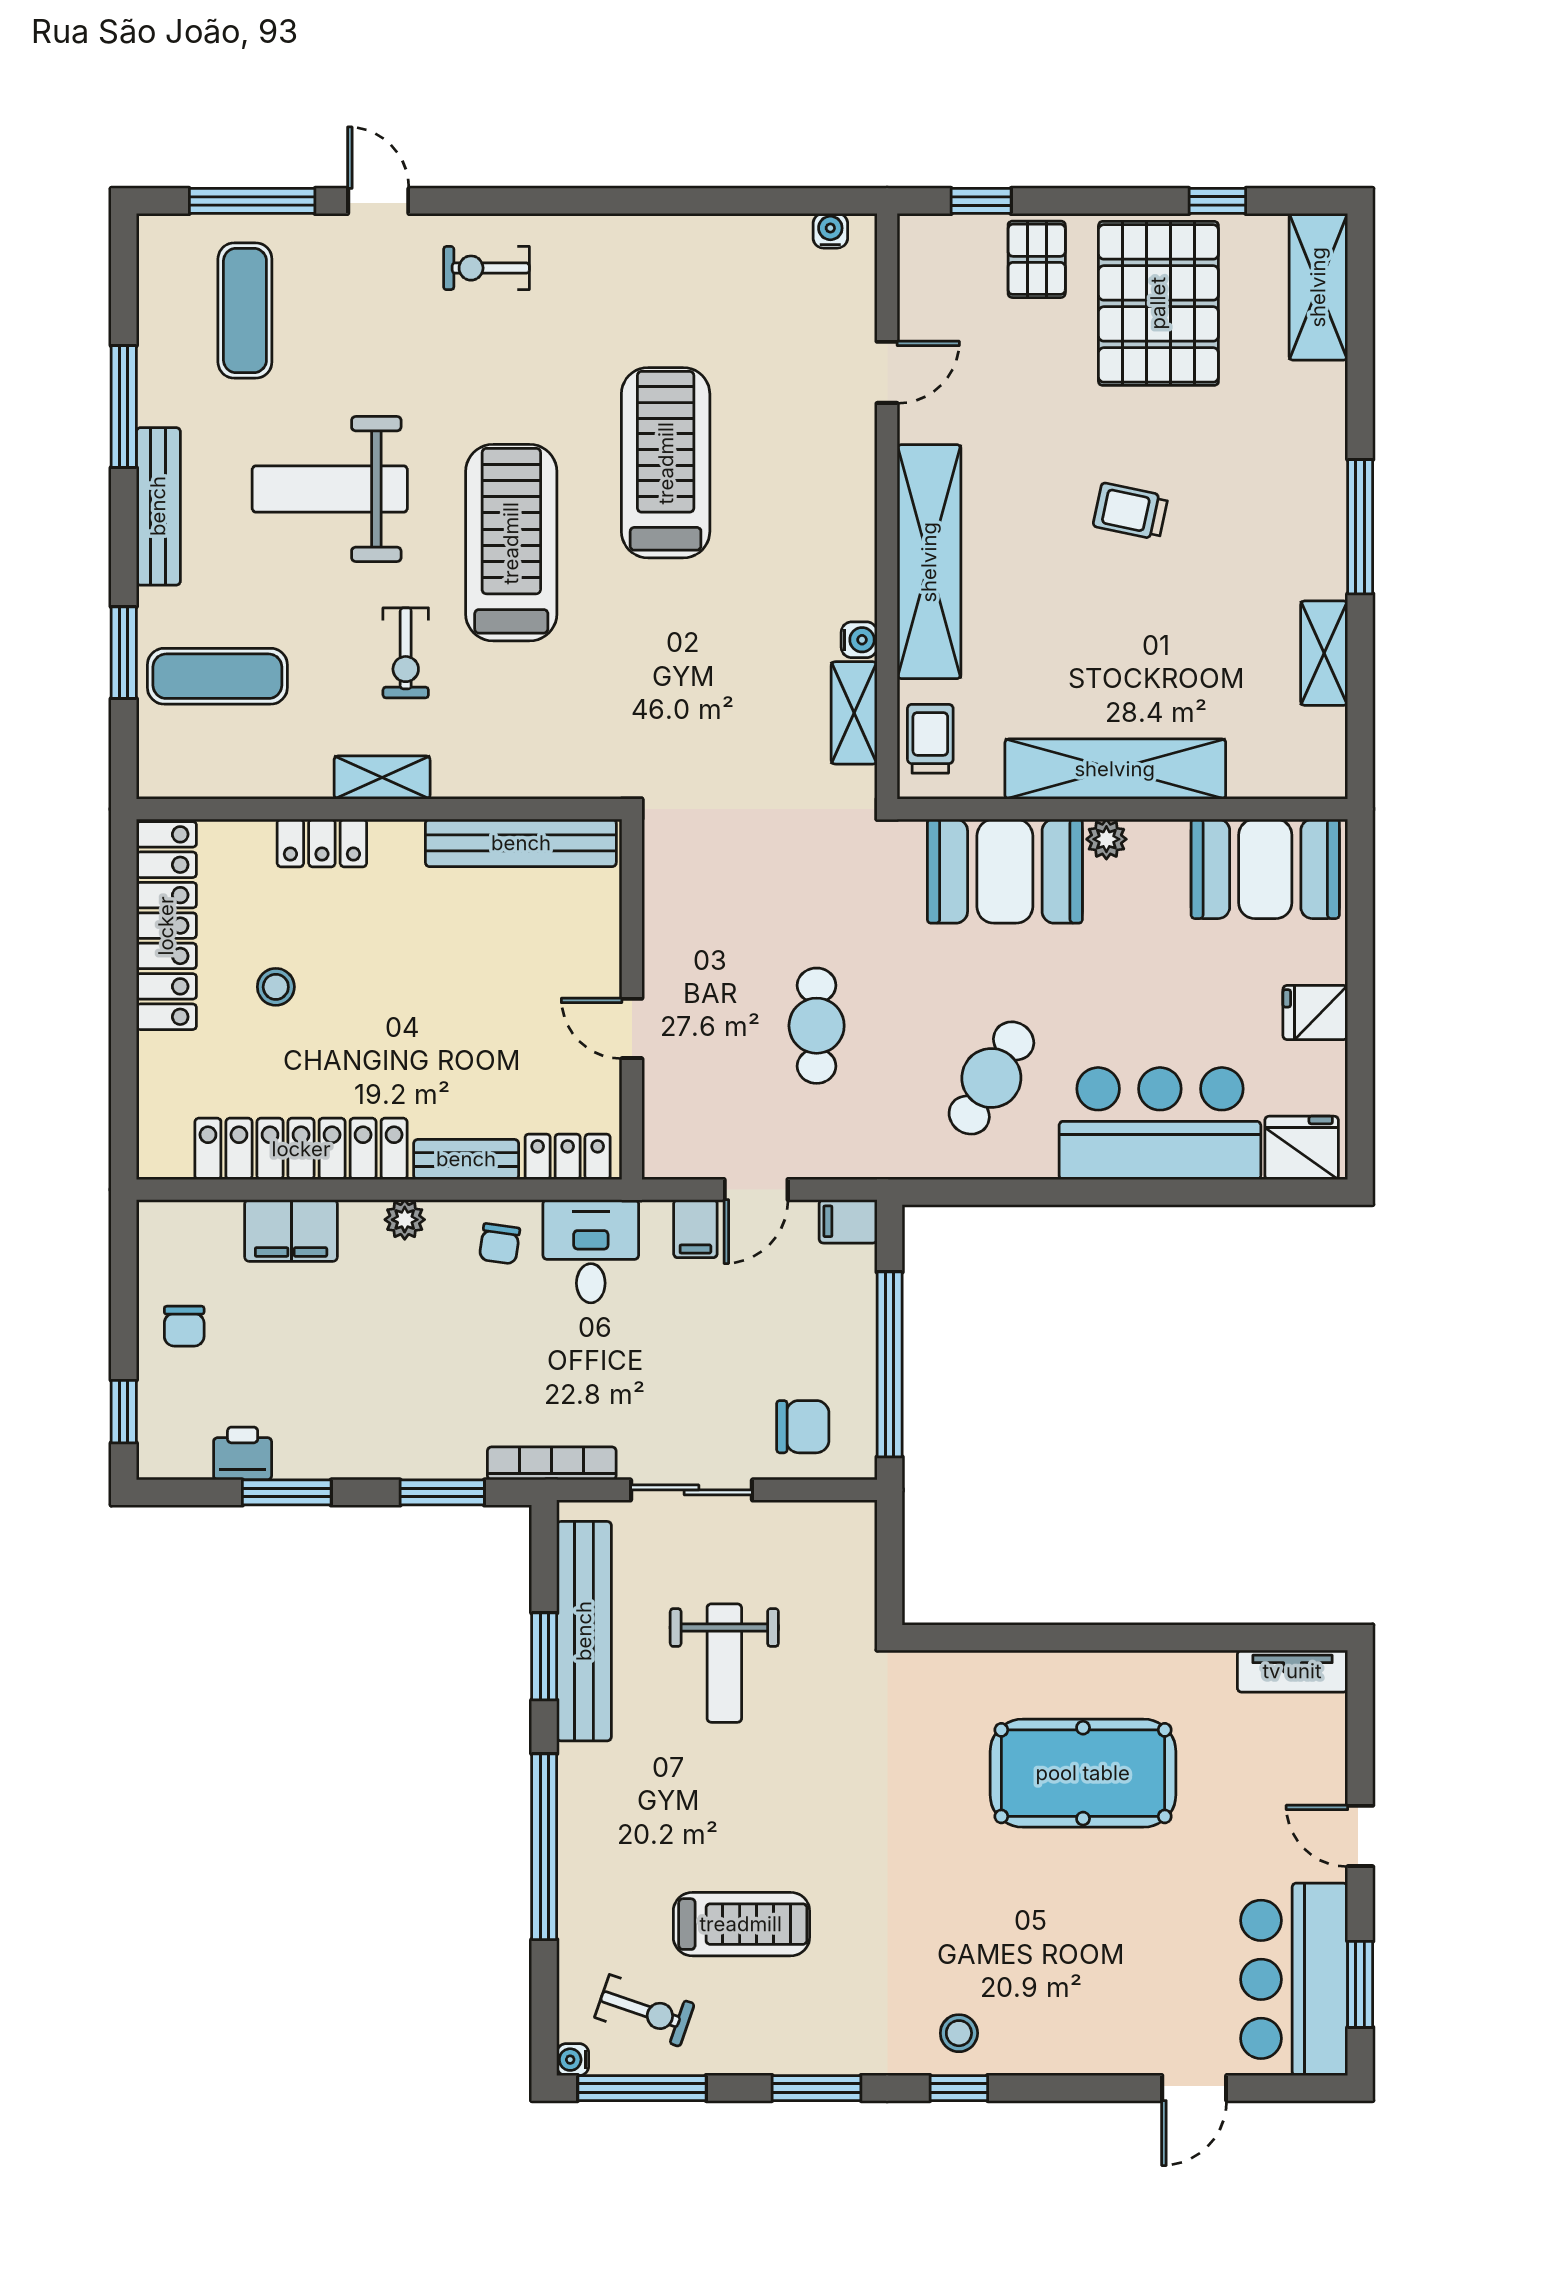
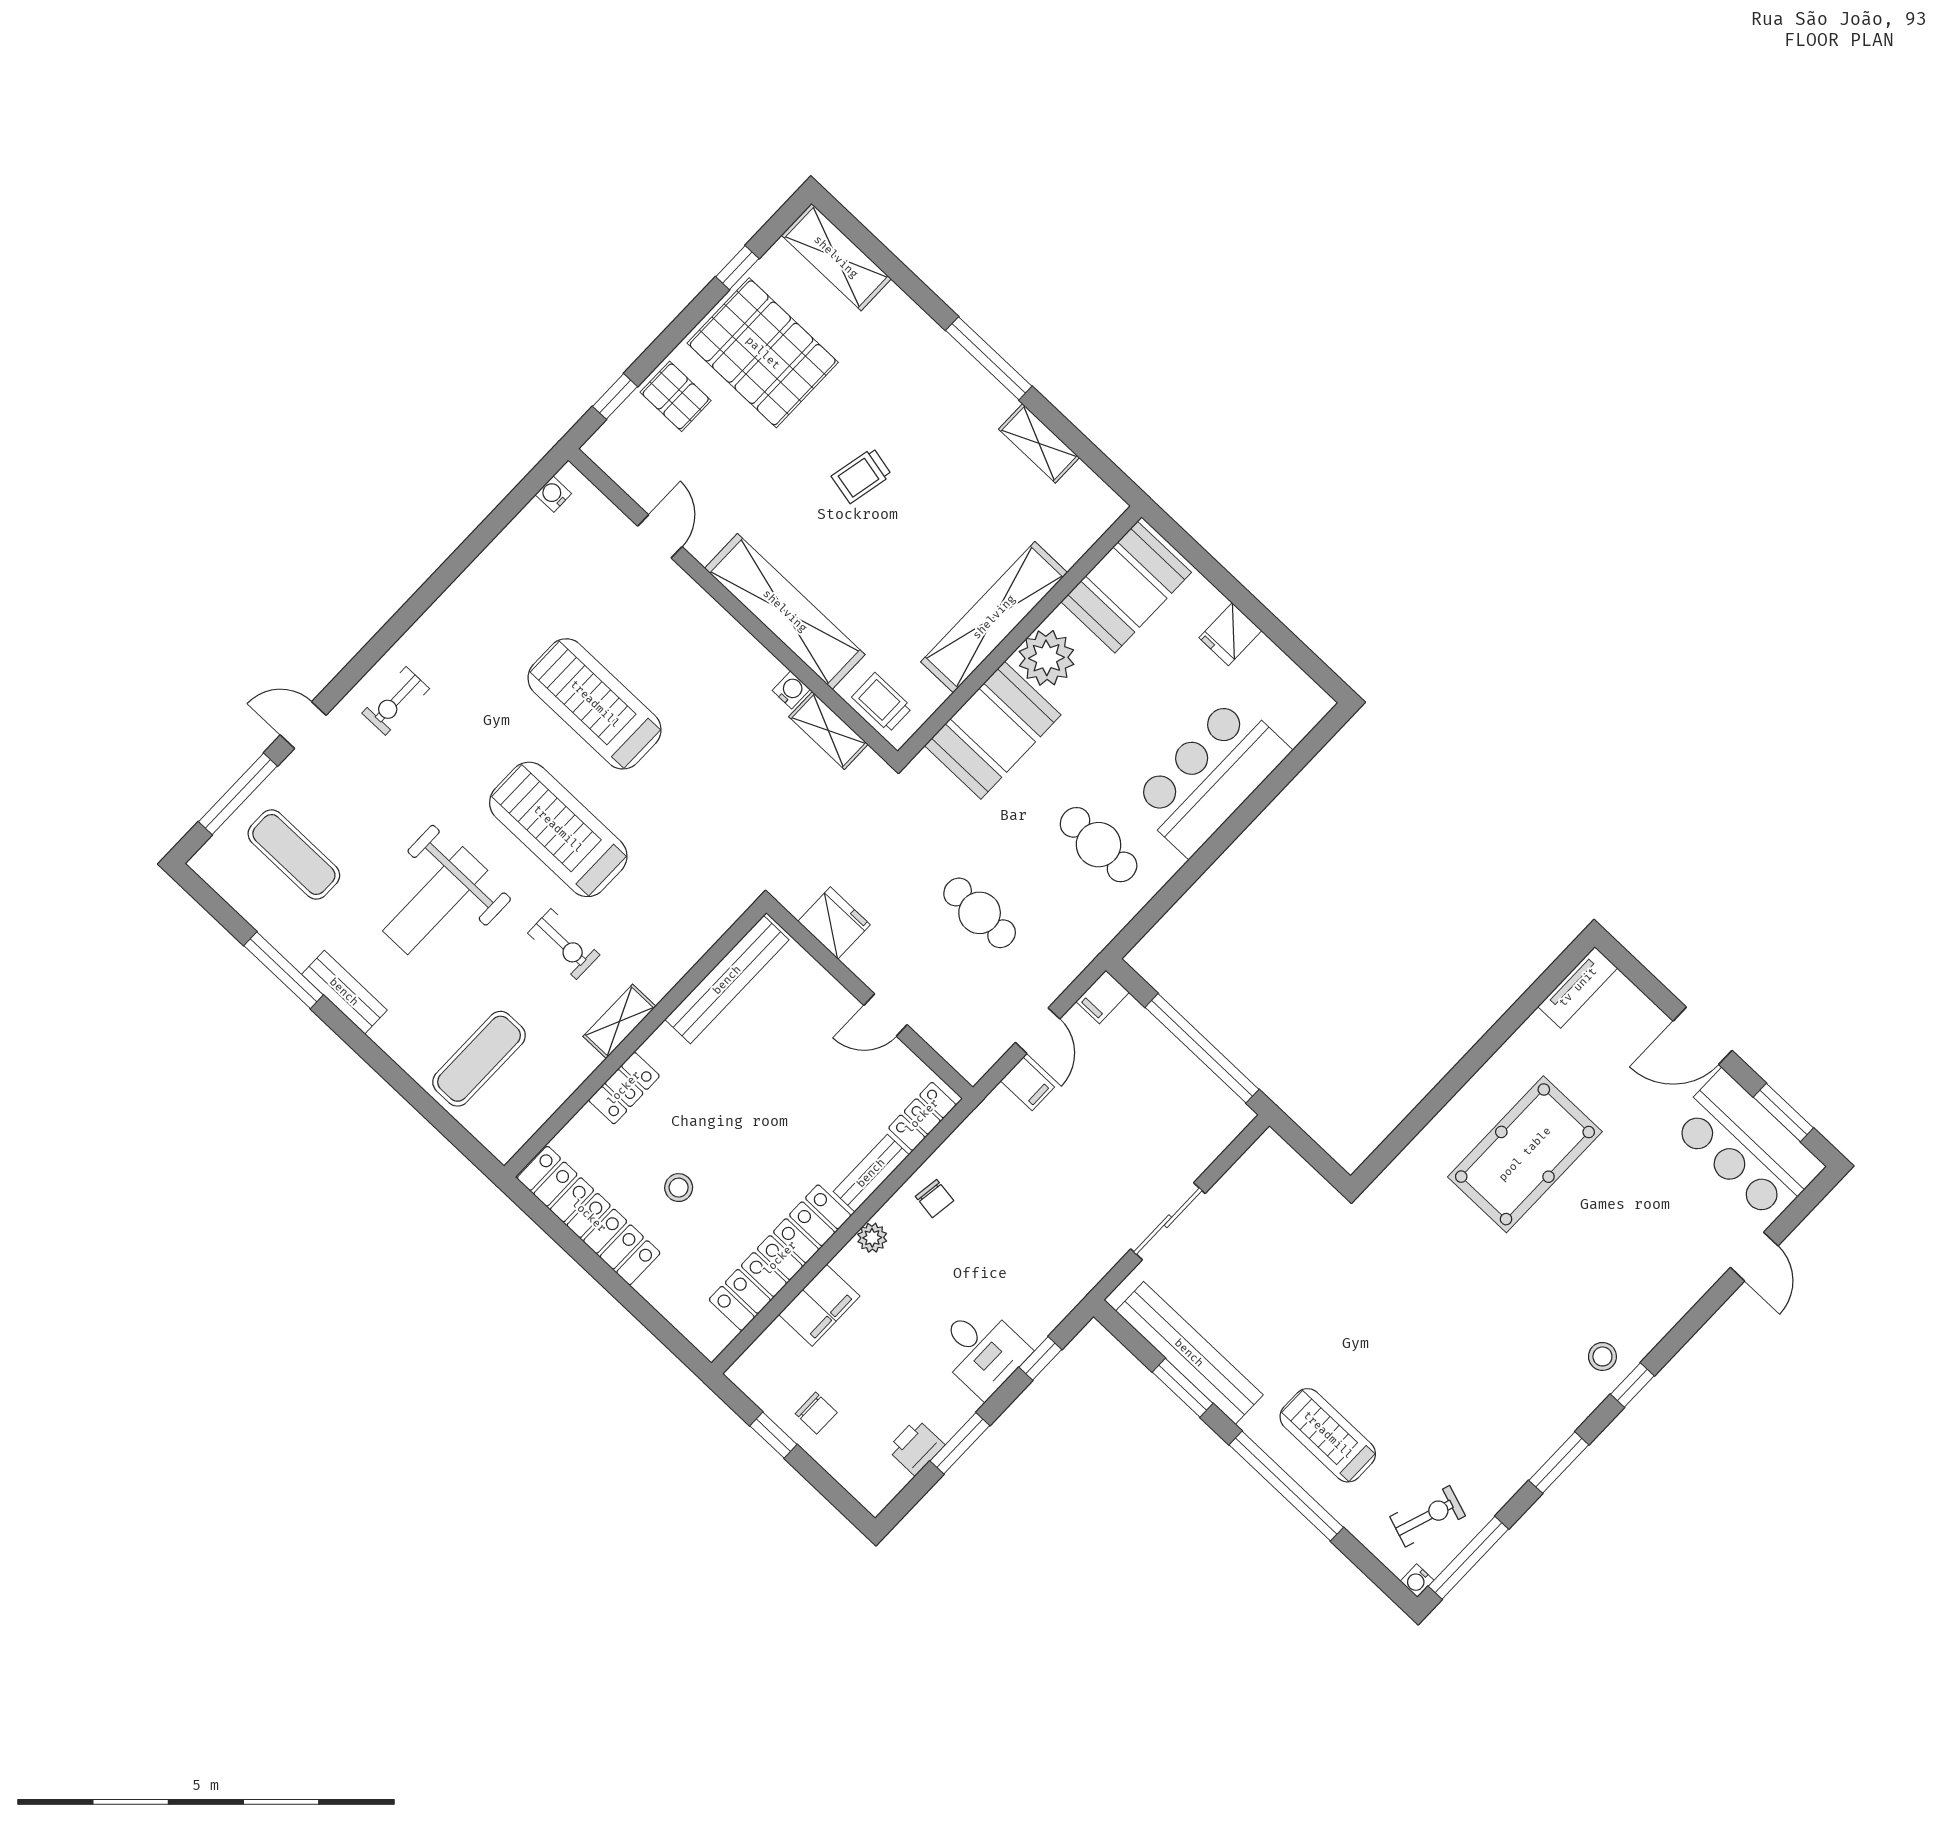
bench: (158, 506) -> (344, 992), width x0.73
window: (124, 653) -> (418, 1098), removed
plant: (1106, 839) -> (1046, 658), width x1.87, depth x1.87
cafe table: (991, 1078) -> (1099, 845), turned -31
fridge: (1302, 1148) -> (834, 923), moved, turned 90
desk: (591, 1251) -> (982, 1350), moved, turned 180
window: (124, 1412) -> (773, 1435), moved
chair: (803, 1427) -> (1191, 1128), removed
bookcase: (552, 1463) -> (1081, 1284), removed
window: (442, 1492) -> (1040, 1358), width x0.67
weight bench: (724, 1663) -> (1279, 1293), removed
door: (1360, 1836) -> (1703, 1036), width x1.37
treadmill: (741, 1924) -> (1328, 1435), moved, turned -90

